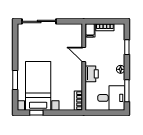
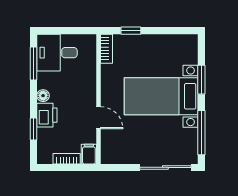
window: (15, 45) -> (201, 133), added
printer: (92, 74) -> (47, 115), moved, turned 180
bed with nightstands: (38, 86) -> (161, 96), moved, turned 90
window: (36, 113) -> (131, 31), moved

